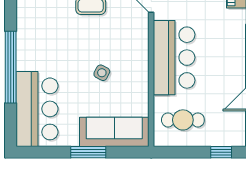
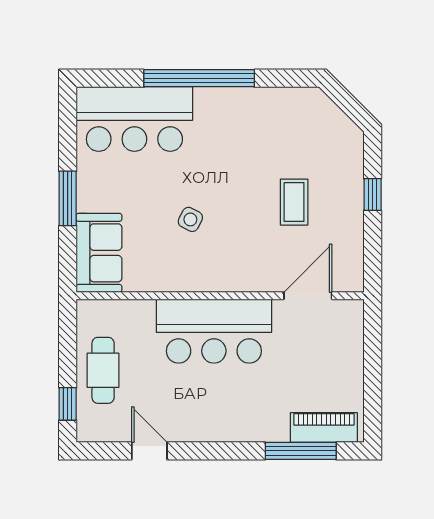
cafe table: (183, 120) -> (103, 370), moved
sofa: (114, 132) -> (99, 253), width x0.73

